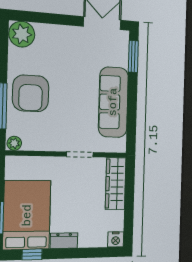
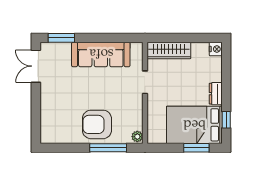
plant: (22, 34) -> (50, 133), removed
armchair: (31, 93) -> (97, 124), turned 180

